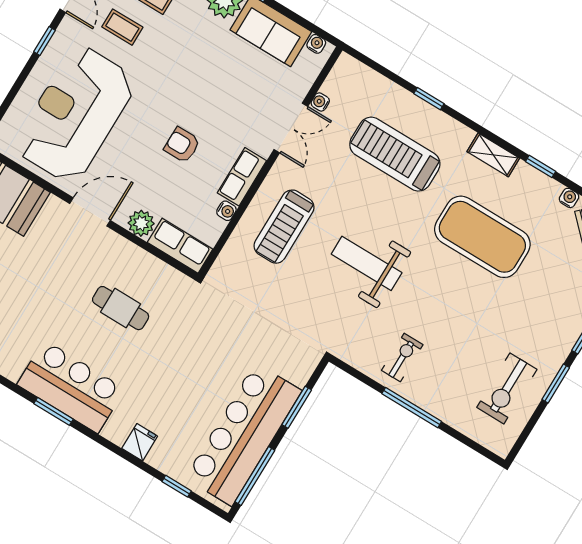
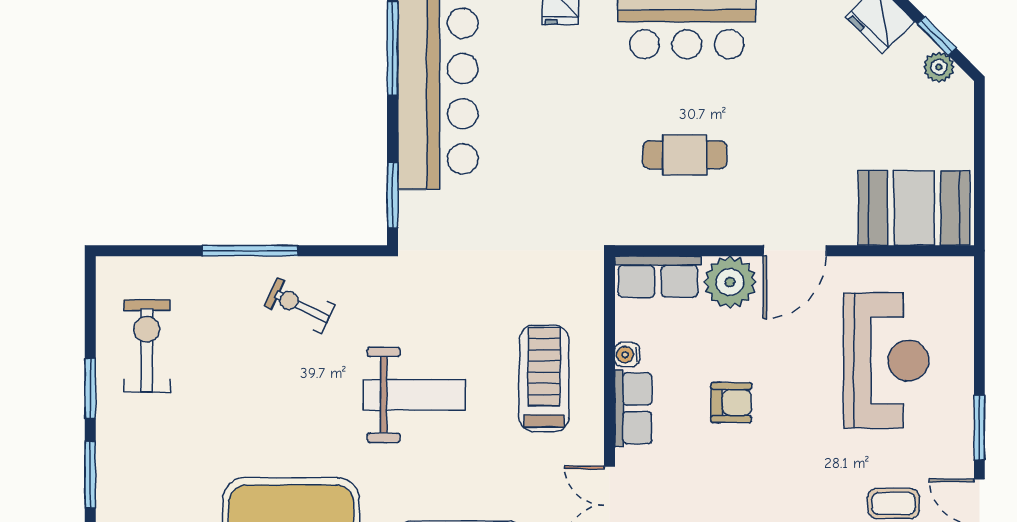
window: (44, 41) -> (979, 428), width x1.50
reception desk: (75, 114) -> (886, 360), width x0.74, depth x0.77
plant: (141, 223) -> (730, 282), width x1.36, depth x1.36
exercise bike: (402, 357) -> (299, 305), turned 116
window: (297, 407) -> (393, 195), moved

